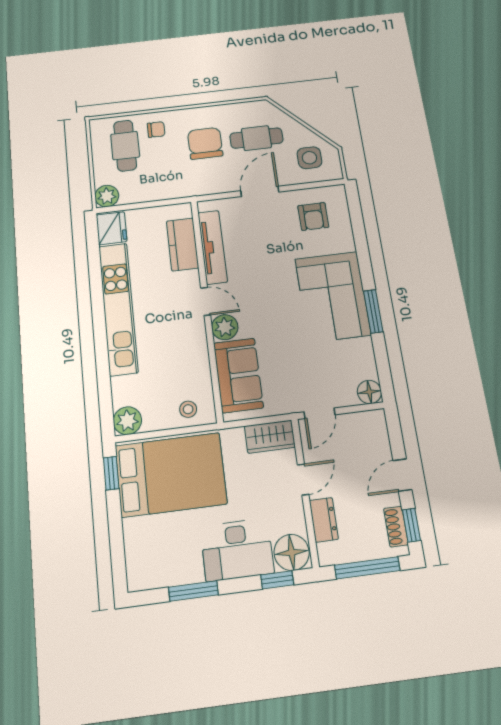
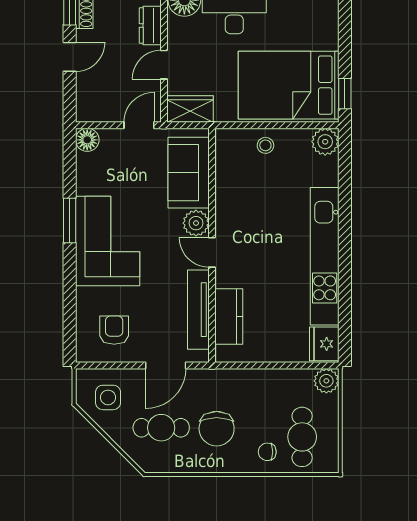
kitchen counter: (183, 244) -> (229, 317), moved
tv unit: (213, 247) -> (198, 310), moved
door: (206, 301) -> (212, 252), moved
wall: (206, 308) -> (212, 245), moved
plant: (225, 327) -> (196, 223), moved
sofa: (238, 375) -> (189, 173), moved

